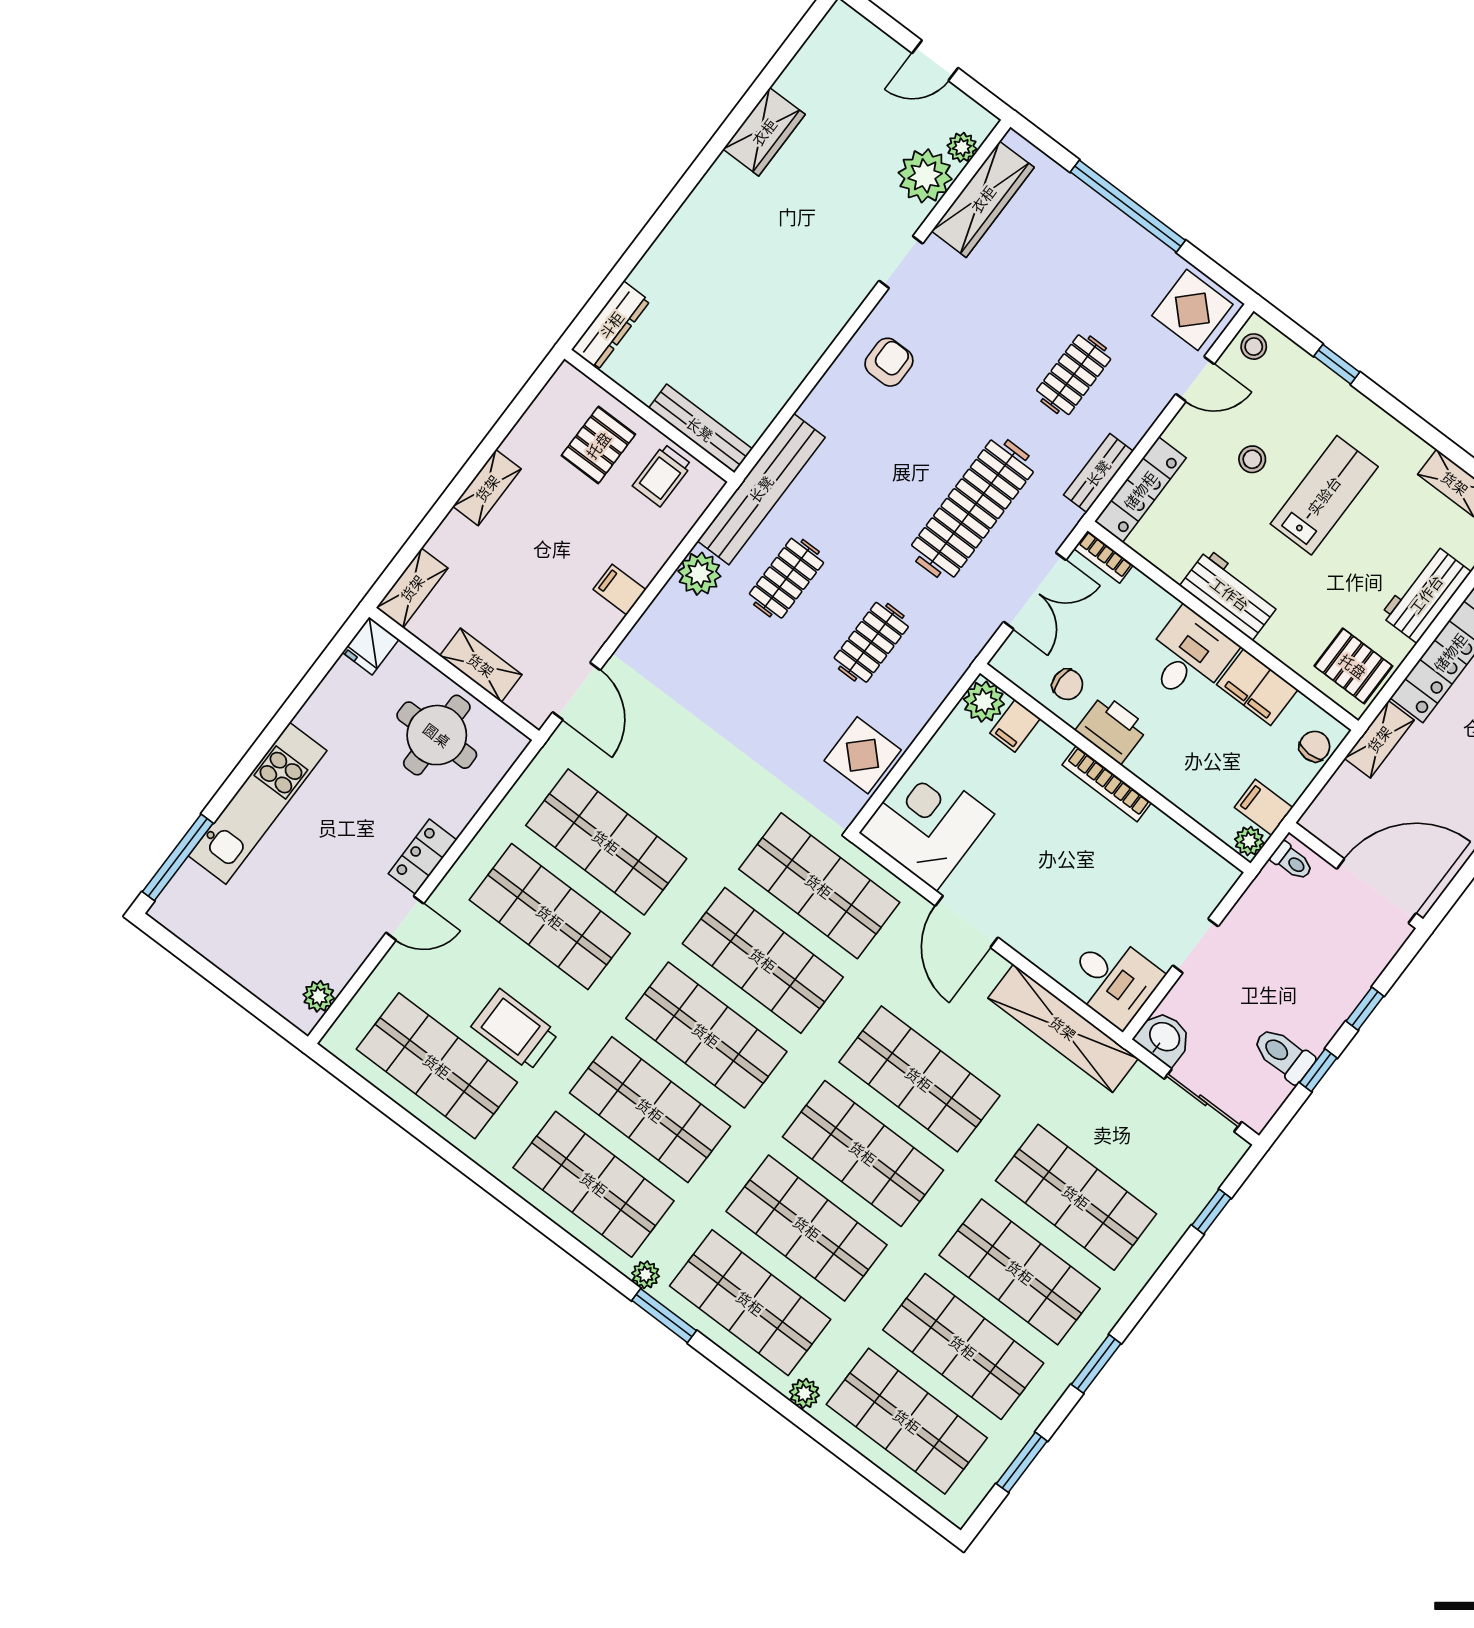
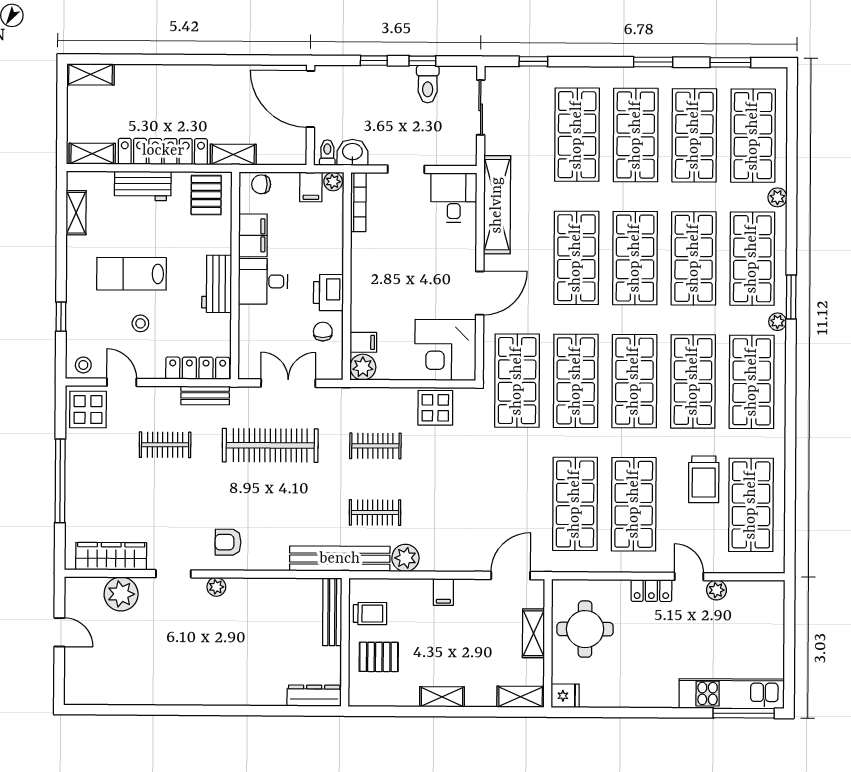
wardrobe: (764, 132) -> (159, 691), removed
plant: (962, 147) -> (216, 587), moved
bookcase: (1104, 557) -> (245, 361), removed
bookcase: (1107, 784) -> (358, 202), moved
kitchen unit: (258, 803) -> (732, 694), moved
plant: (319, 996) -> (717, 590), moved
washbasin: (1164, 1038) -> (352, 152), moved, turned 90

